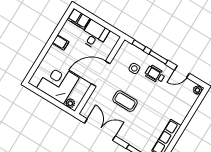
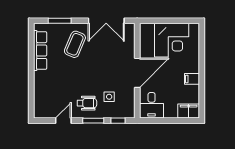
desk: (95, 35) -> (152, 105), moved
plant: (198, 90) -> (39, 113), removed
coffee table: (125, 101) -> (75, 44), moved, turned -67
plant: (70, 103) -> (149, 28), removed

